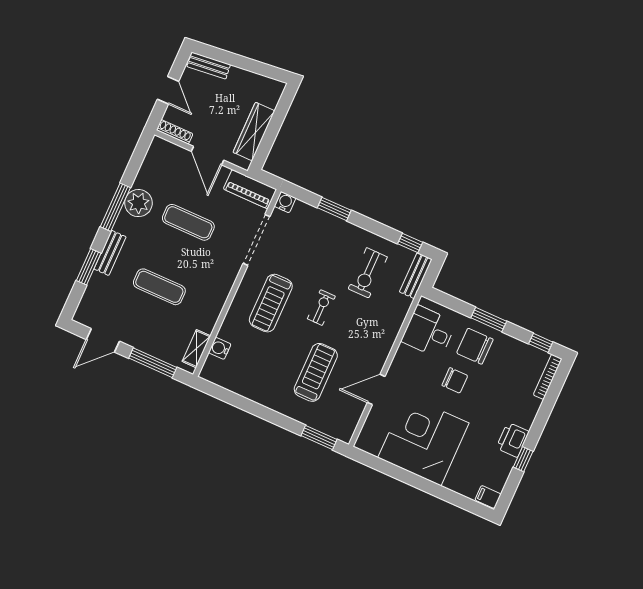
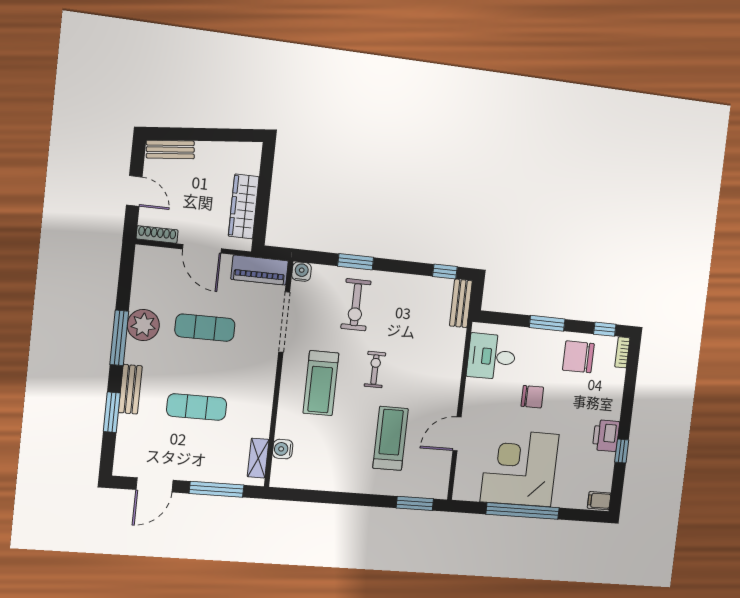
exercise bike: (368, 273) -> (356, 305), moved
chair: (475, 346) -> (578, 357), moved
bookcase: (548, 377) -> (622, 352), width x0.64
window: (414, 480) -> (523, 511), added

